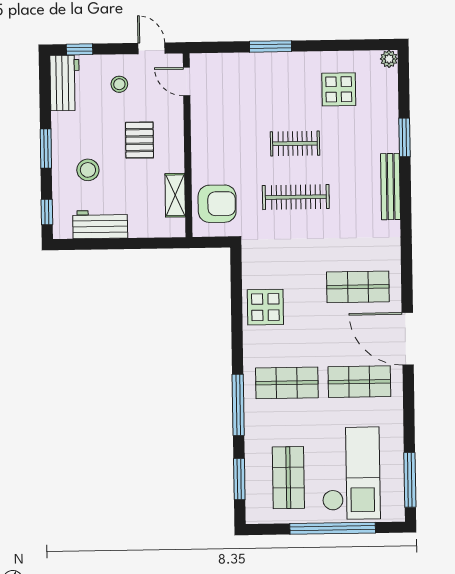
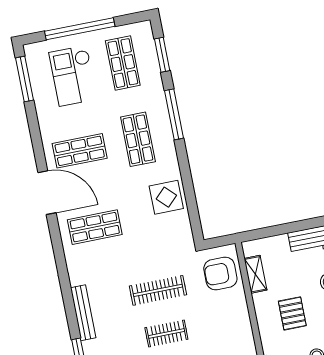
shop shelf: (287, 383) -> (138, 139), turned 90
checkout: (351, 473) -> (73, 76), width x0.73, depth x0.83

